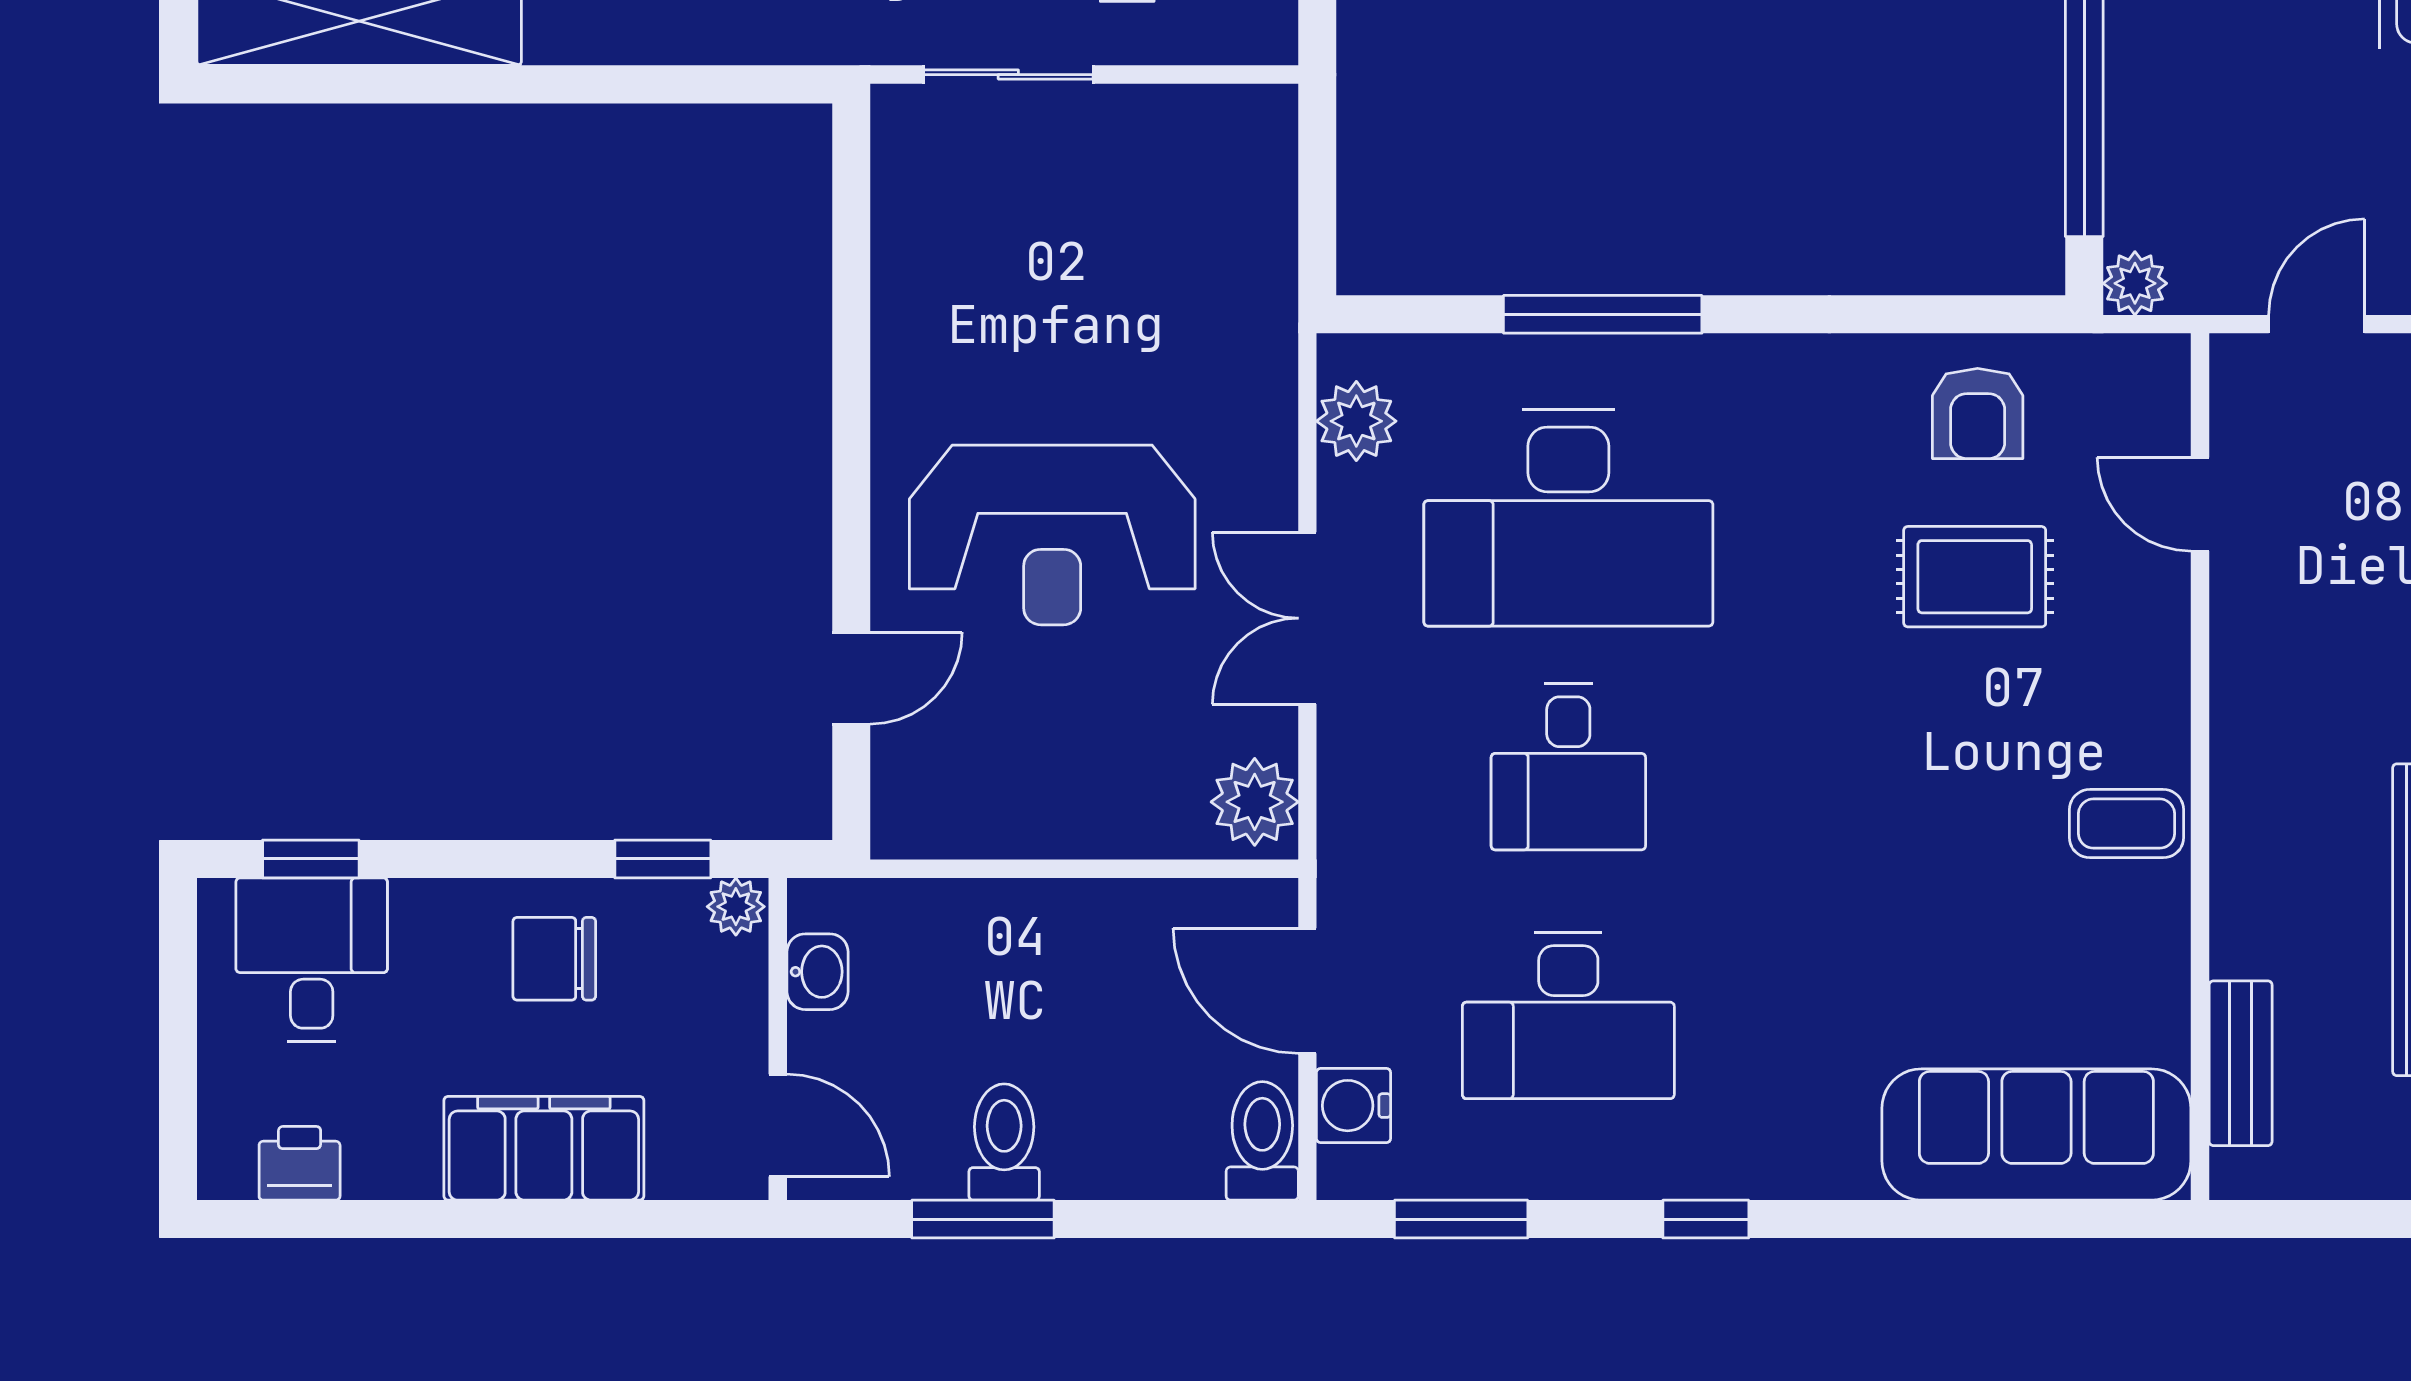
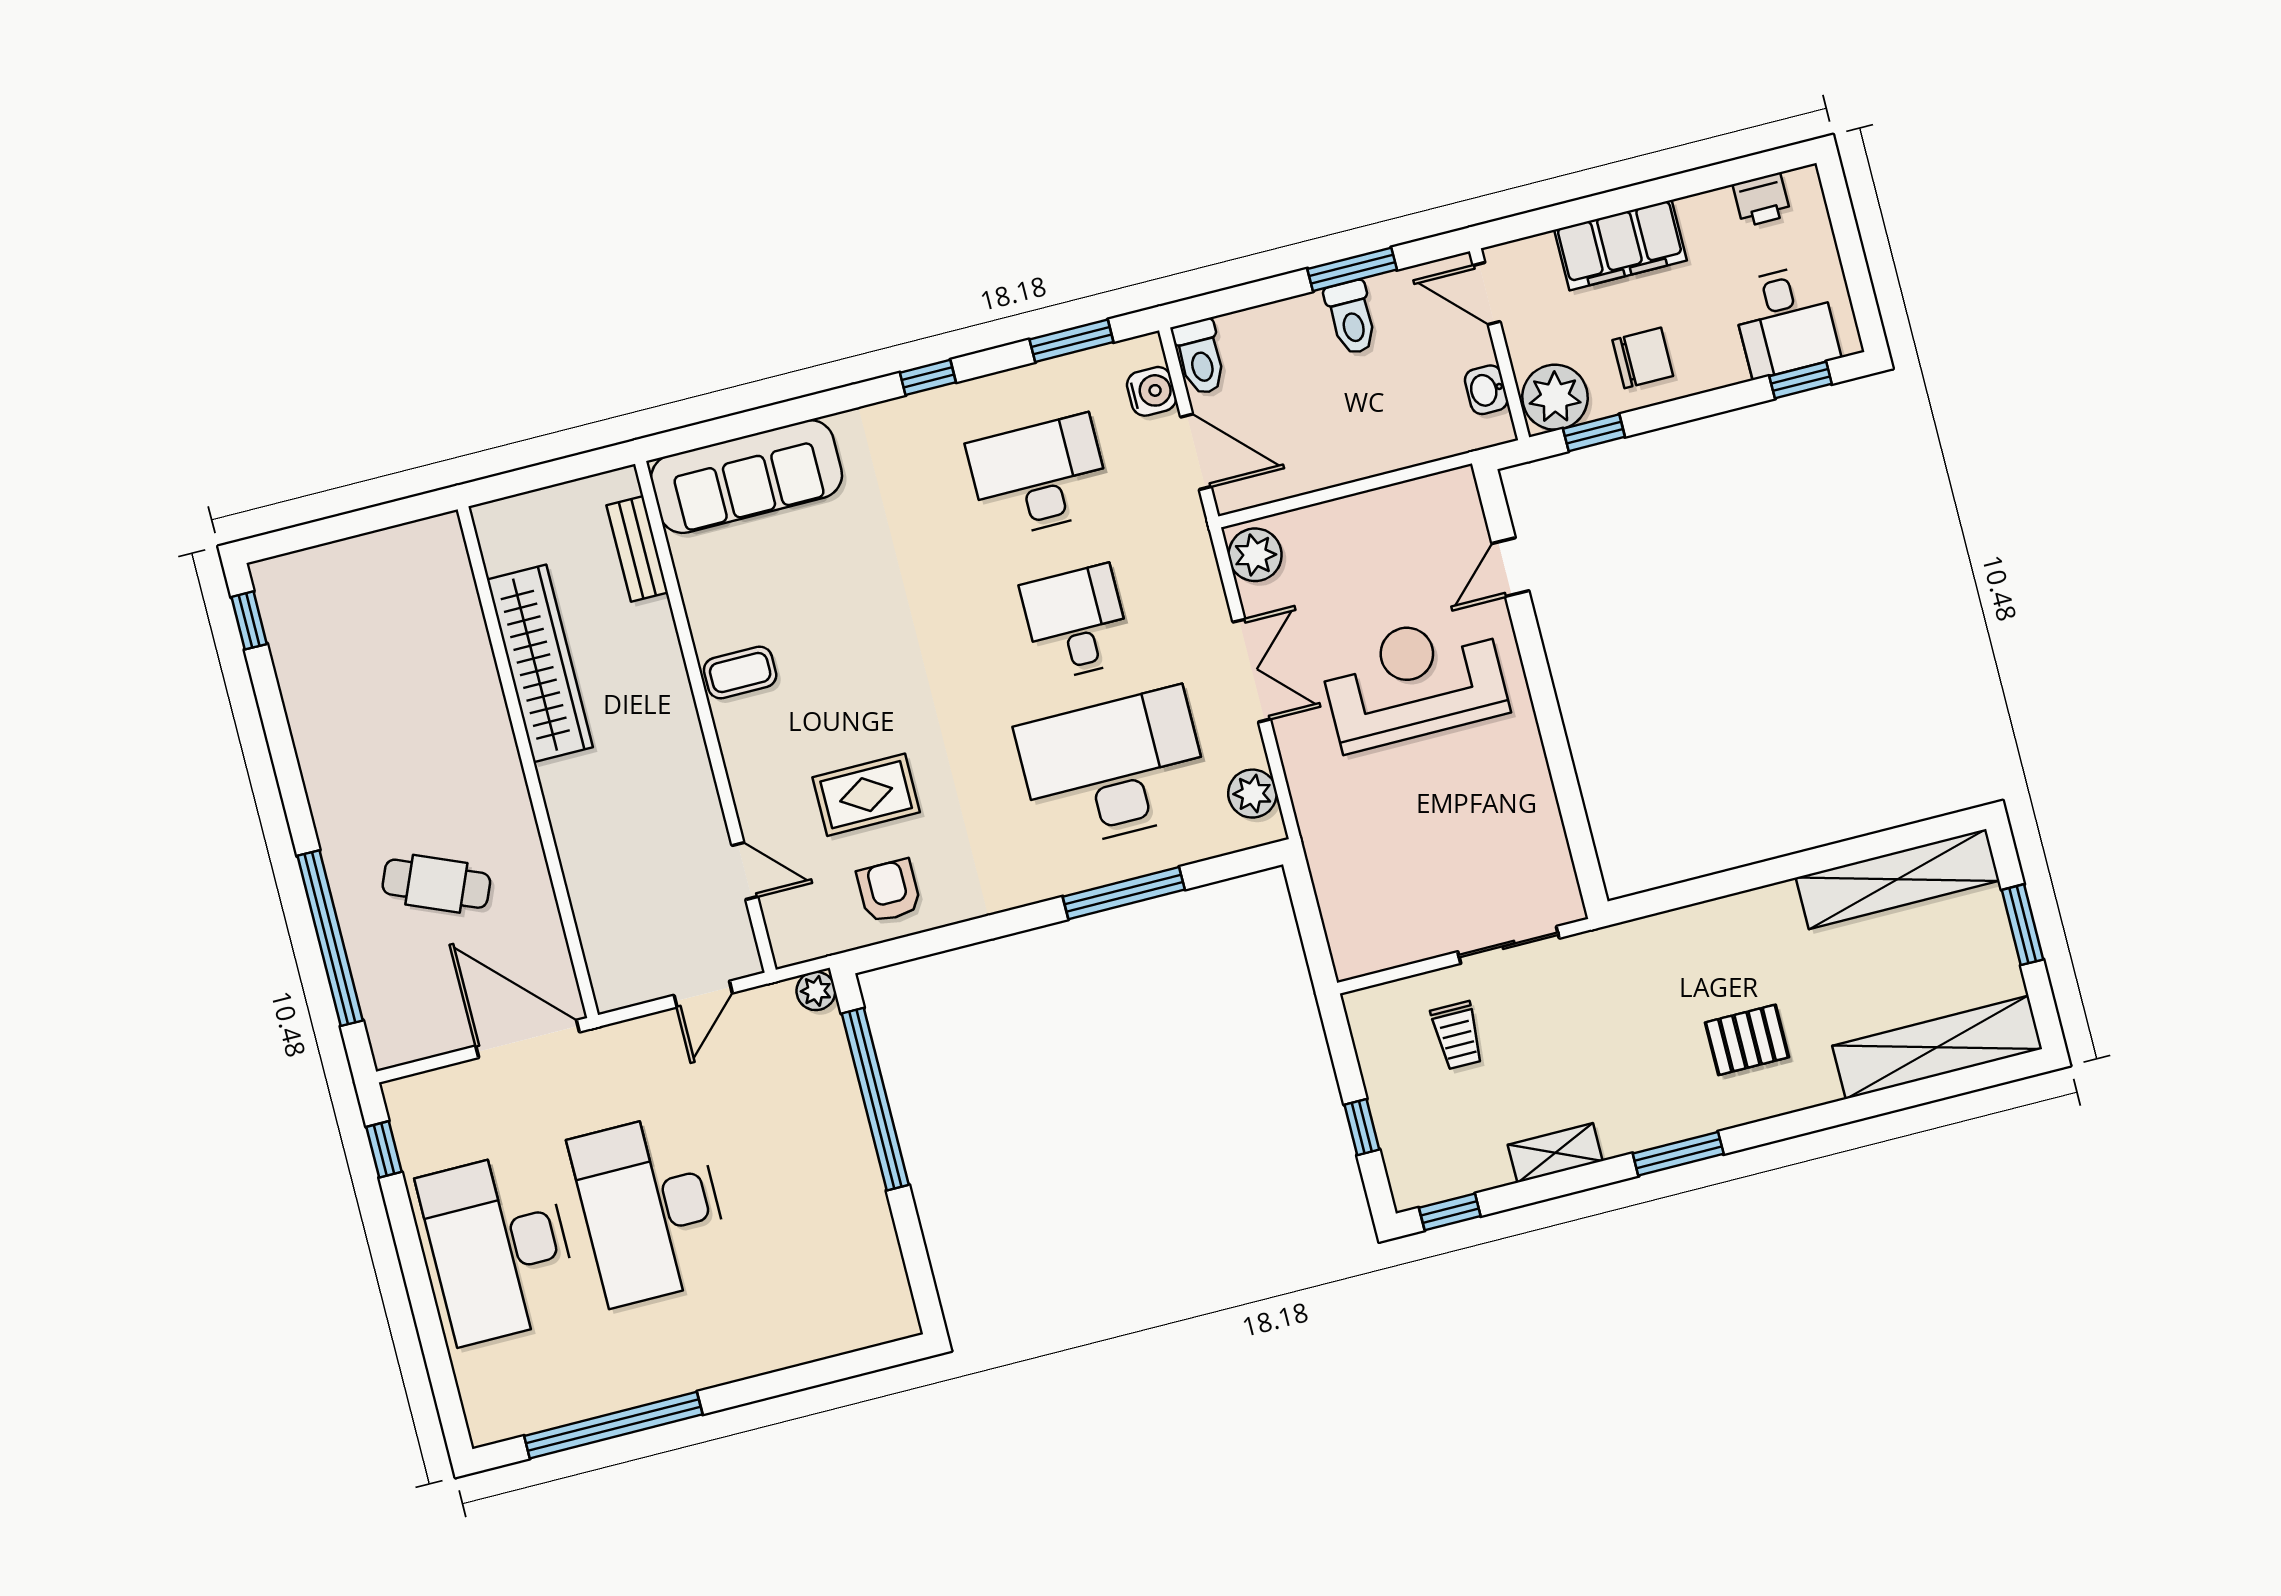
plant: (736, 907) -> (1555, 397), width x1.88, depth x1.88

